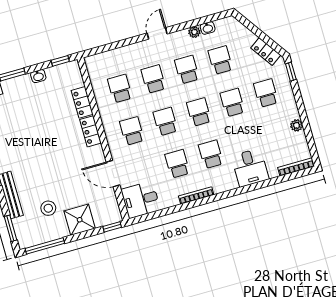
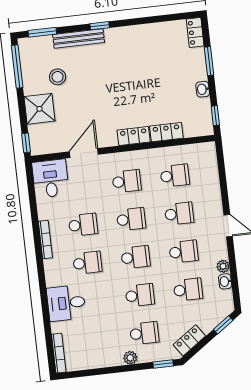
window: (247, 23) -> (223, 325), added
plant: (297, 125) -> (130, 358), moved

